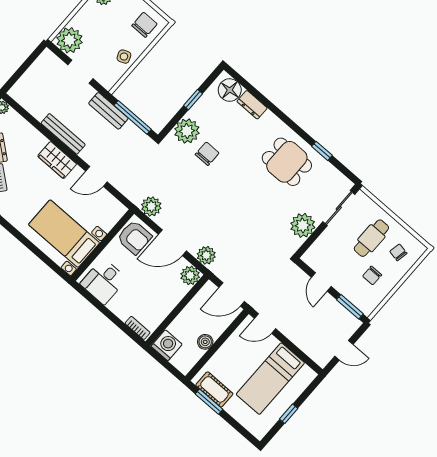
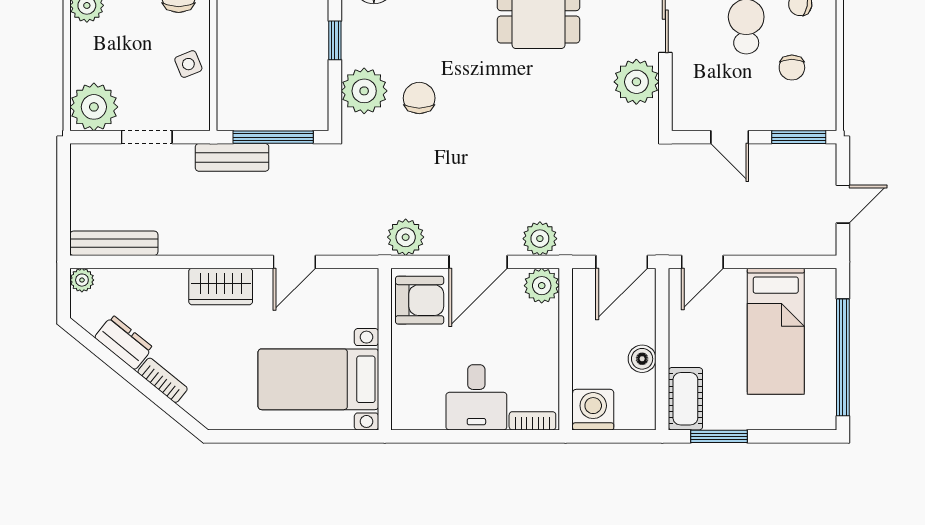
bench: (63, 134) -> (114, 243), moved
desk: (104, 281) -> (476, 397), moved
cot: (214, 389) -> (685, 399), moved, turned 90
window: (289, 414) -> (843, 357), width x3.17

